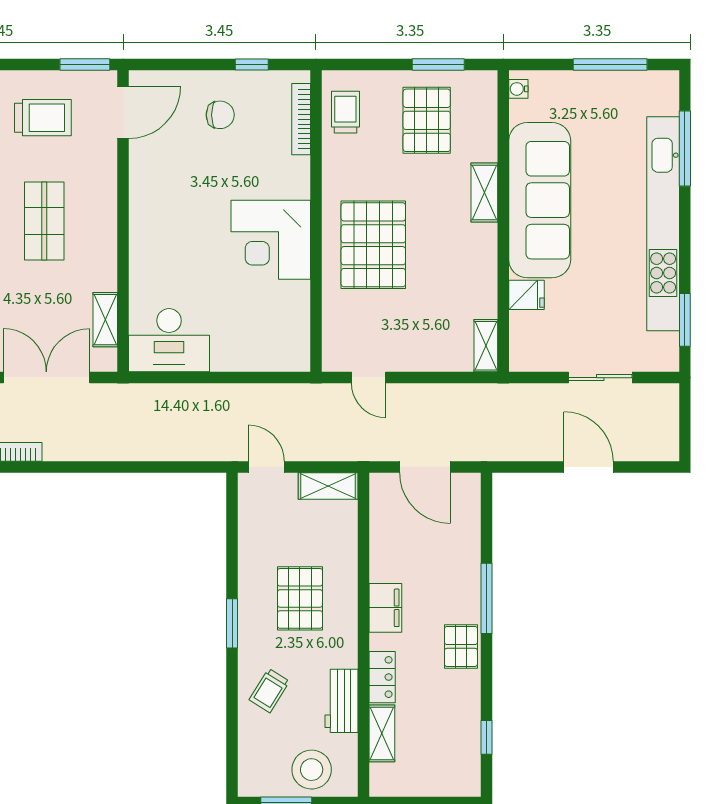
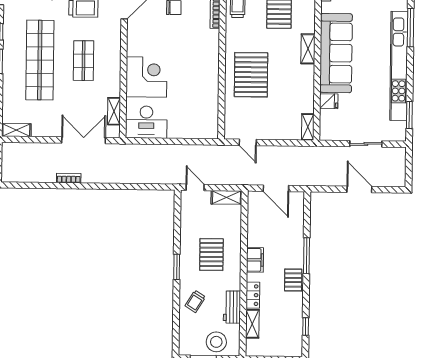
corner desk: (271, 240) -> (146, 77), moved, turned 180

